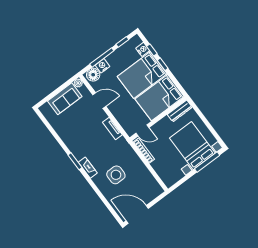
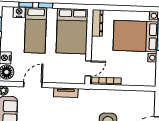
bed: (142, 75) -> (36, 30), width x0.67

